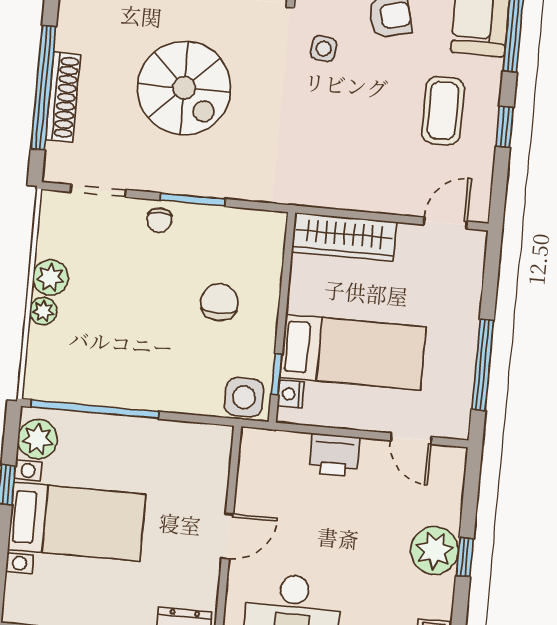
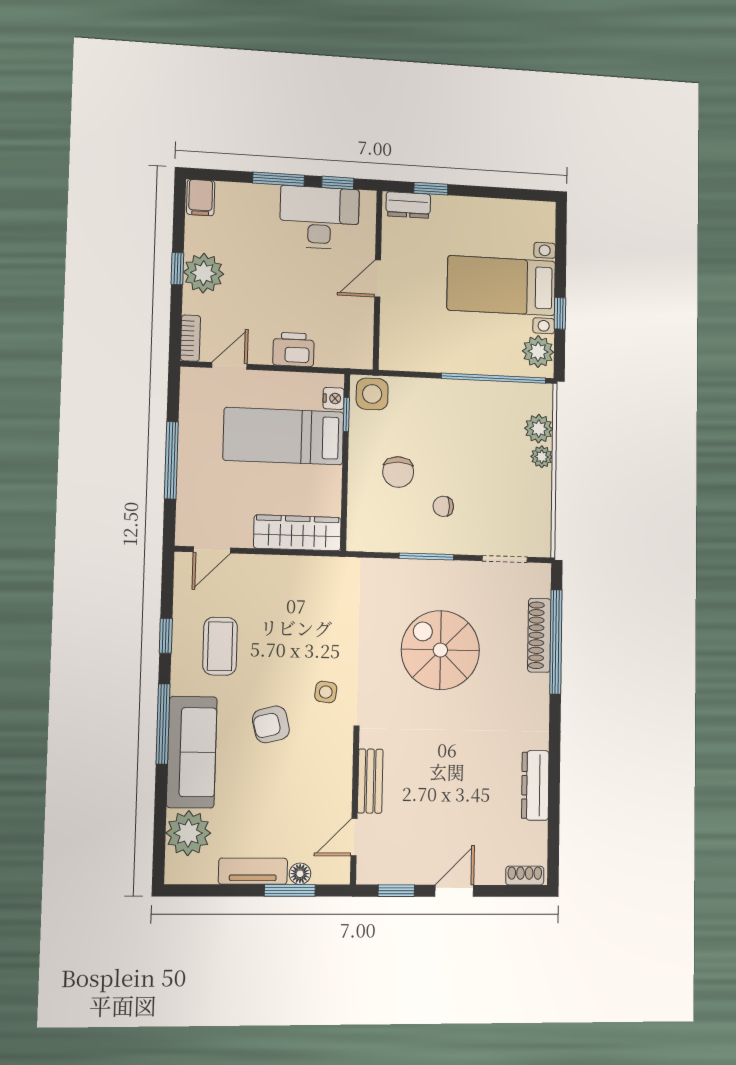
chair: (159, 220) -> (443, 506), moved, turned -90
plant: (50, 278) -> (539, 429), moved
window: (483, 365) -> (171, 460), moved
door: (411, 439) -> (229, 366), hinge flipped
bookcase: (455, 474) -> (190, 338), added

